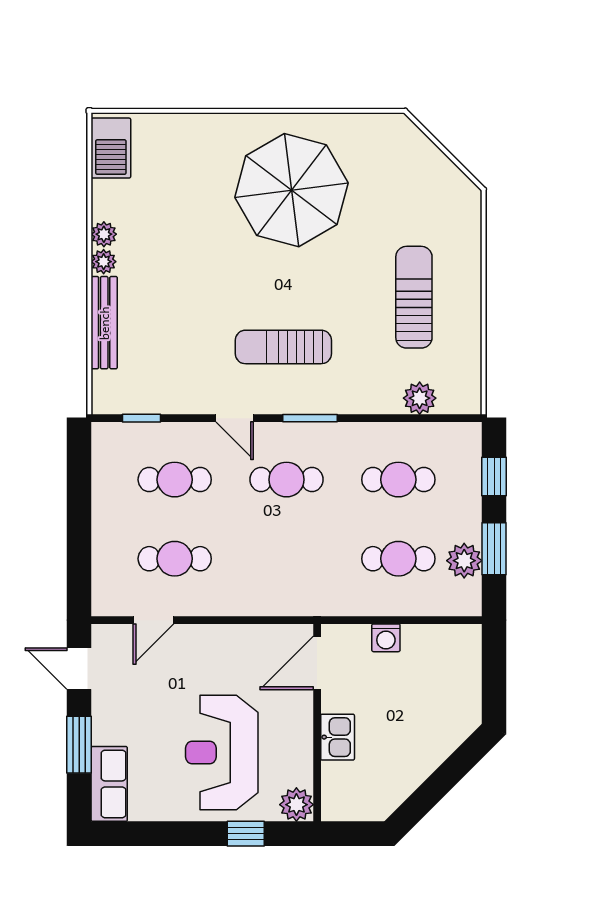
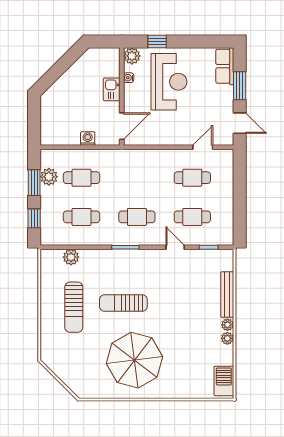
sun lounger: (283, 347) -> (123, 303), moved, turned 180
door: (235, 418) -> (175, 247), moved
water cooler: (303, 761) -> (129, 78), added

